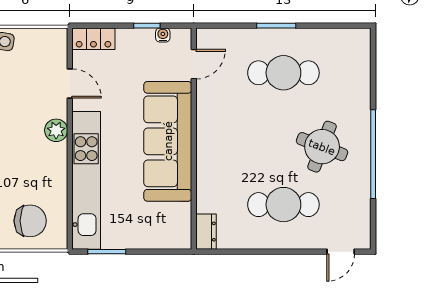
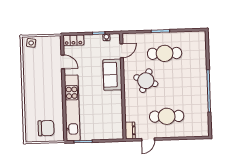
plant: (56, 130) -> (57, 84), removed
sofa: (168, 141) -> (112, 75), width x0.54, depth x0.79
round table: (322, 147) -> (146, 81), moved
door: (341, 252) -> (148, 139), moved

